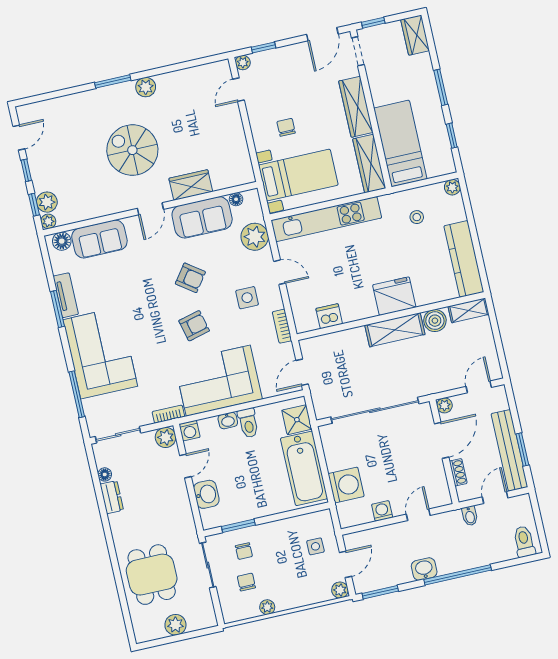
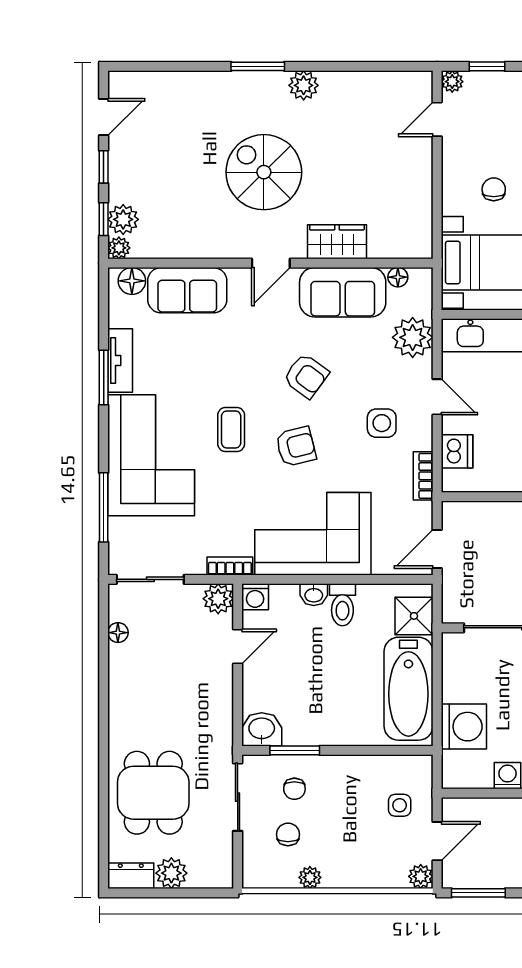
dishwasher: (329, 316) -> (457, 451), moved, turned 90
coffee table: (149, 324) -> (231, 429), added
washbasin: (206, 494) -> (262, 729), moved, turned -90
dresser: (112, 497) -> (131, 876), moved, turned -90

